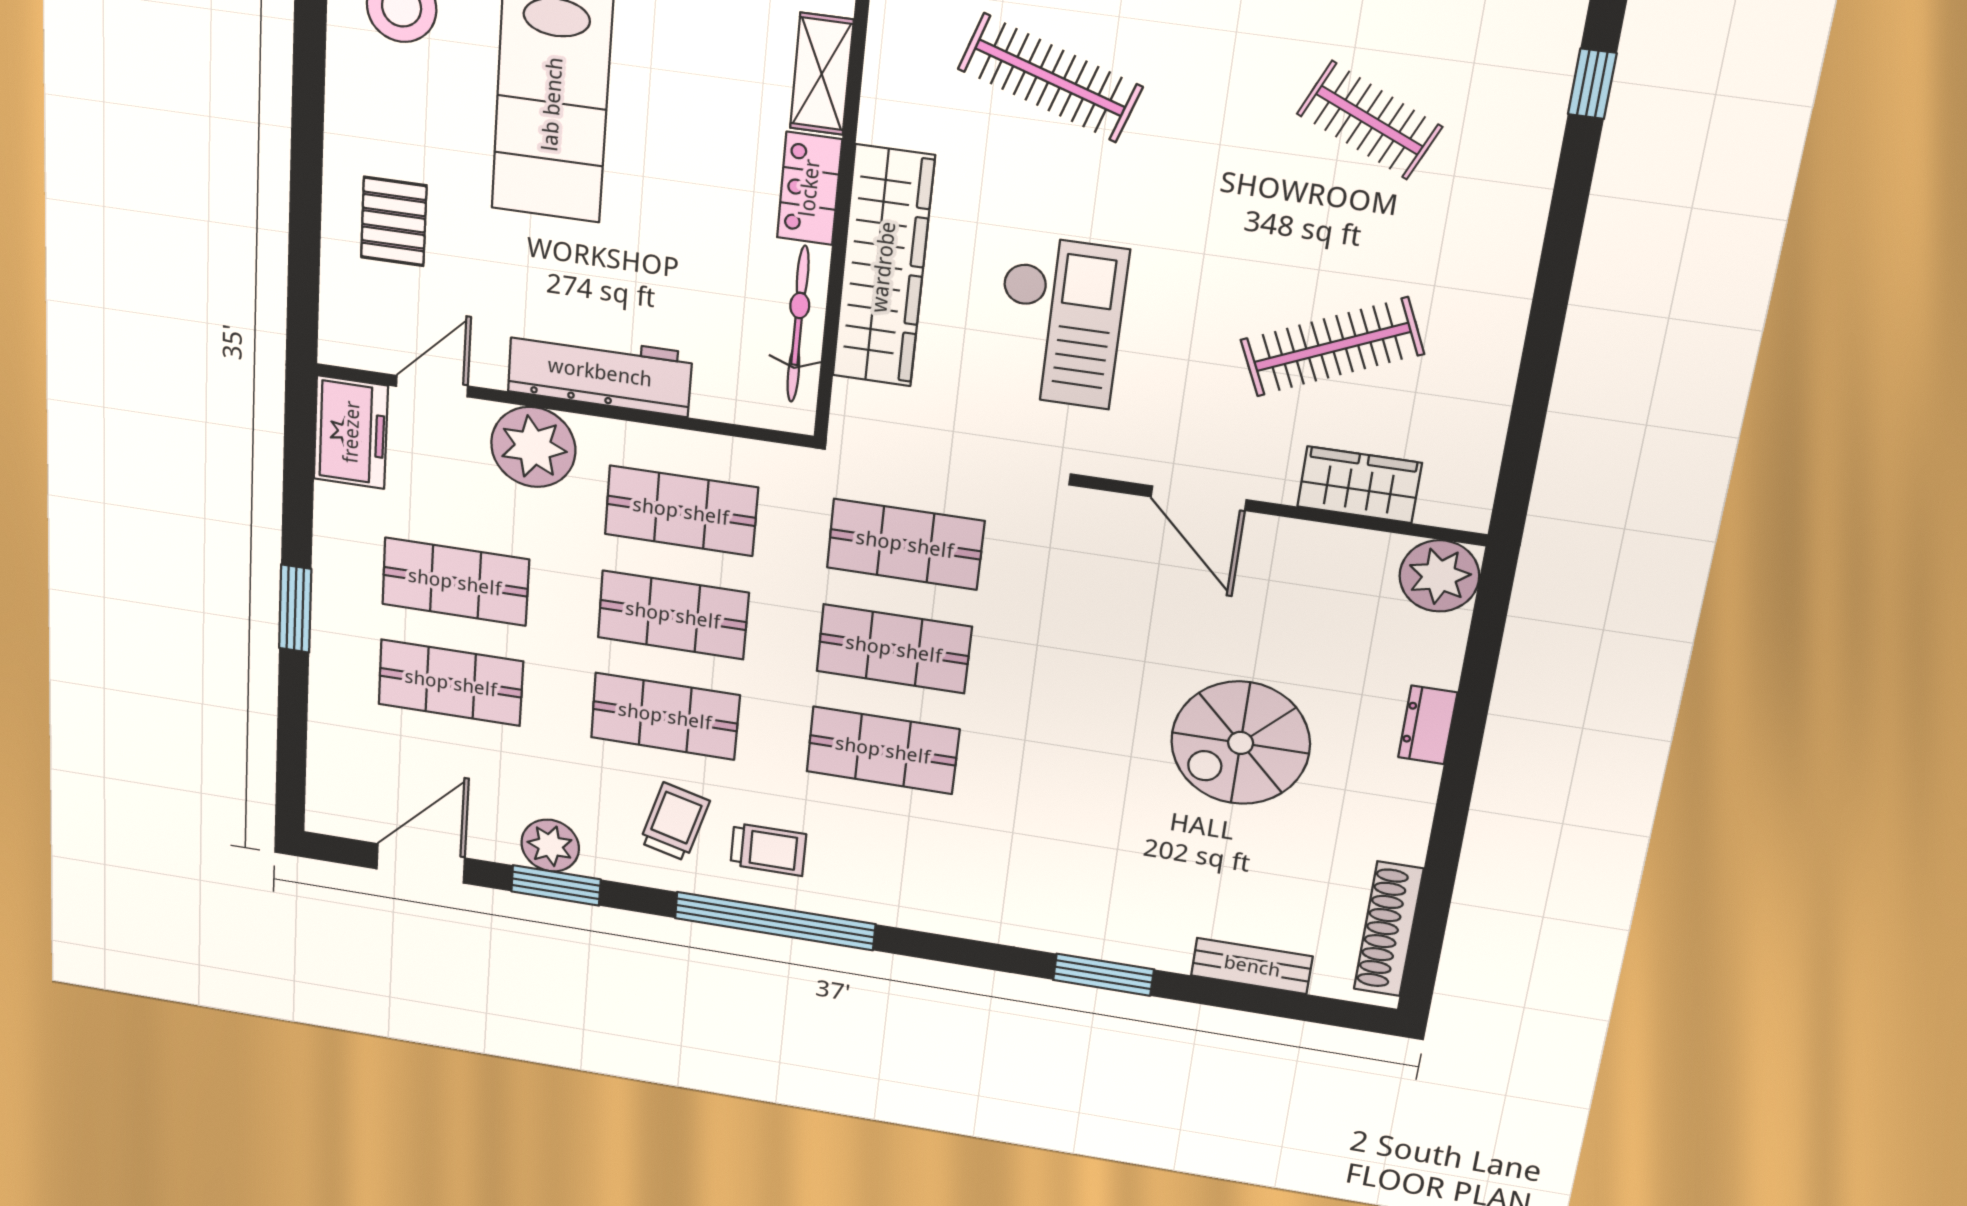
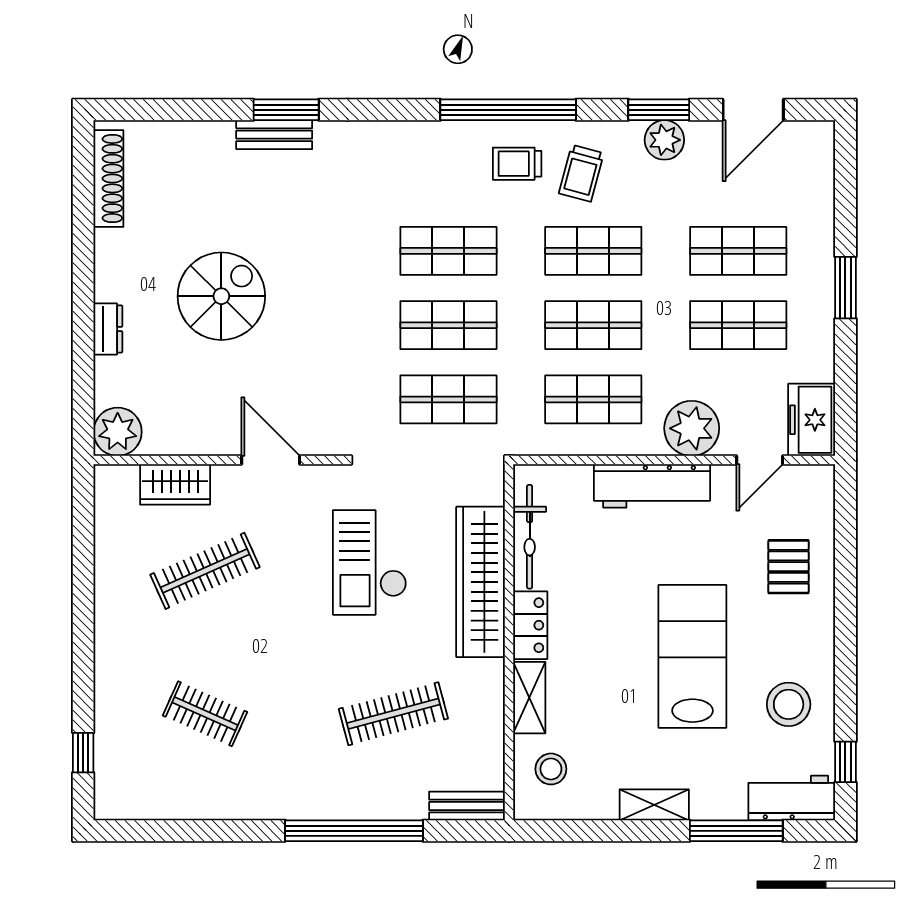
clothes rail: (1050, 78) -> (393, 714), turned -33
bench: (1252, 966) -> (274, 135), moved

